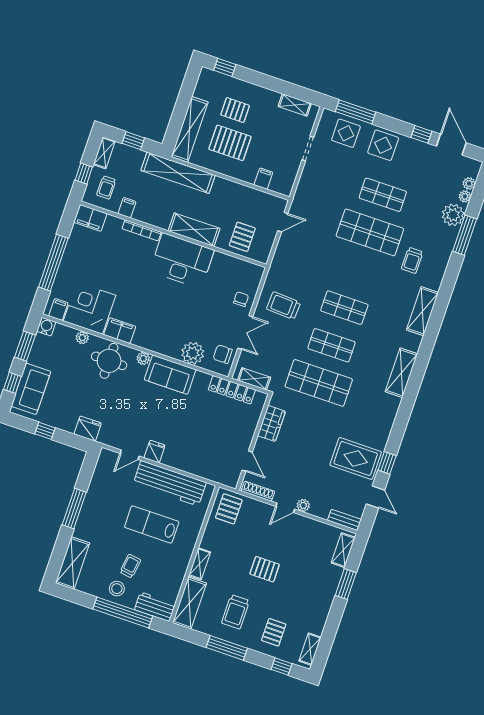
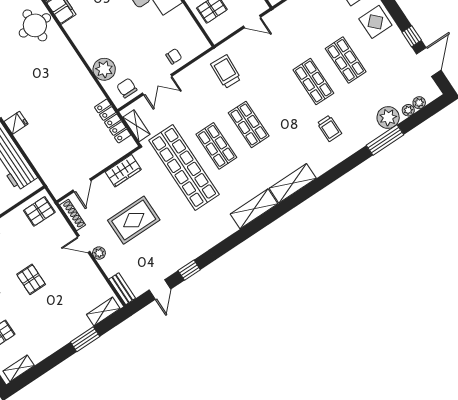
shop shelf: (370, 232) -> (313, 82), width x0.70, depth x0.74
trolley: (412, 260) -> (329, 128), turned -90
trolley: (284, 306) -> (226, 72), moved
shelving: (422, 311) -> (293, 183), moved
plant: (143, 358) -> (63, 44), removed
sofa: (170, 375) -> (74, 72), removed
shop shelf: (319, 383) -> (184, 167), width x1.40
rug: (356, 458) -> (134, 220), moved, turned 90

